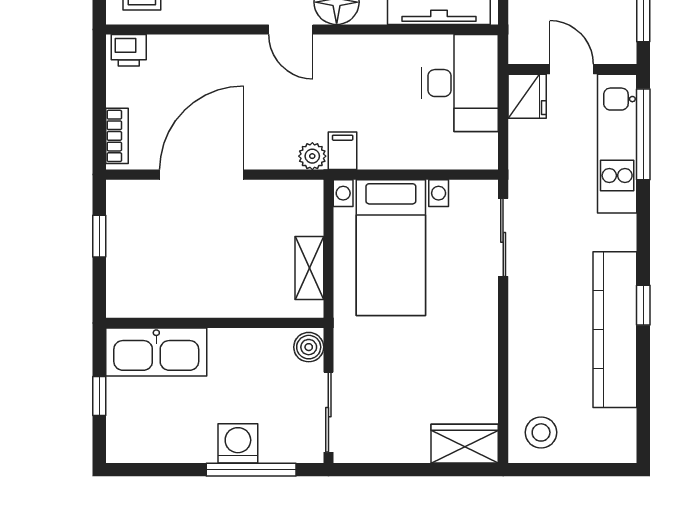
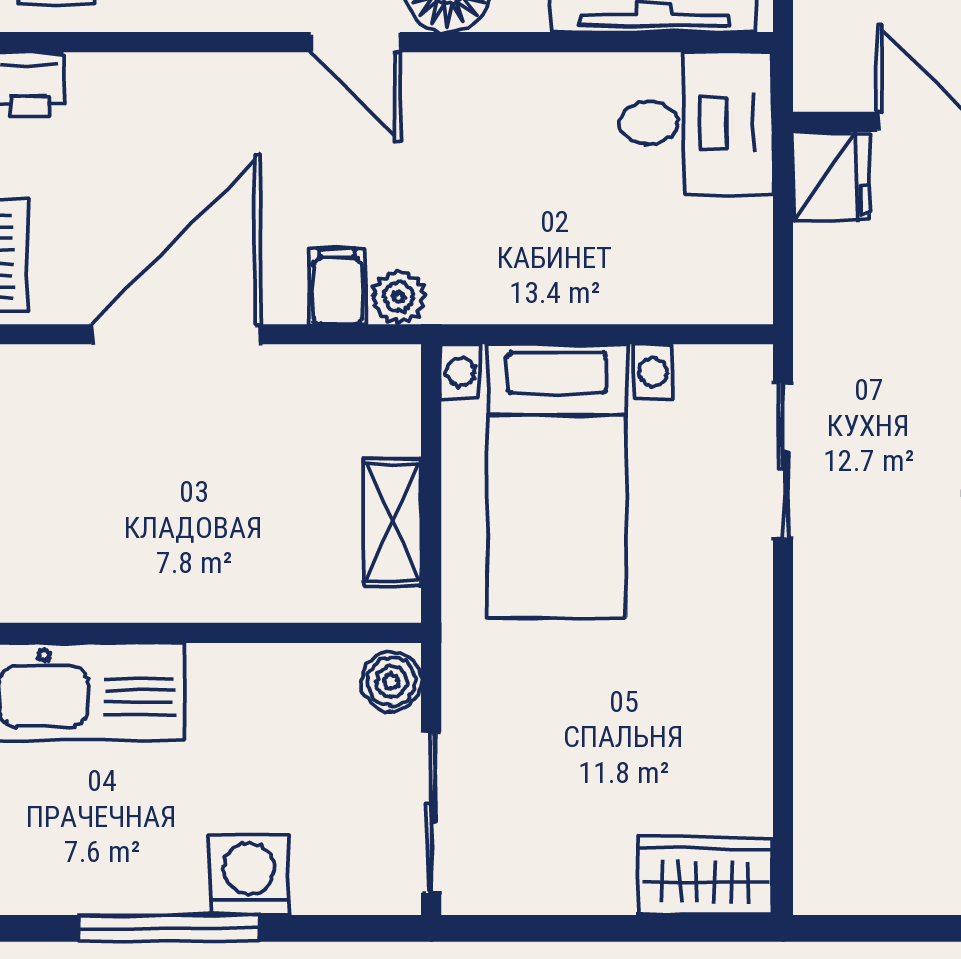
desk: (460, 83) -> (696, 123), width x0.73
filing cabinet: (343, 151) -> (338, 286), moved
stool: (541, 432) -> (859, 853), removed
window: (251, 470) -> (169, 928), moved

